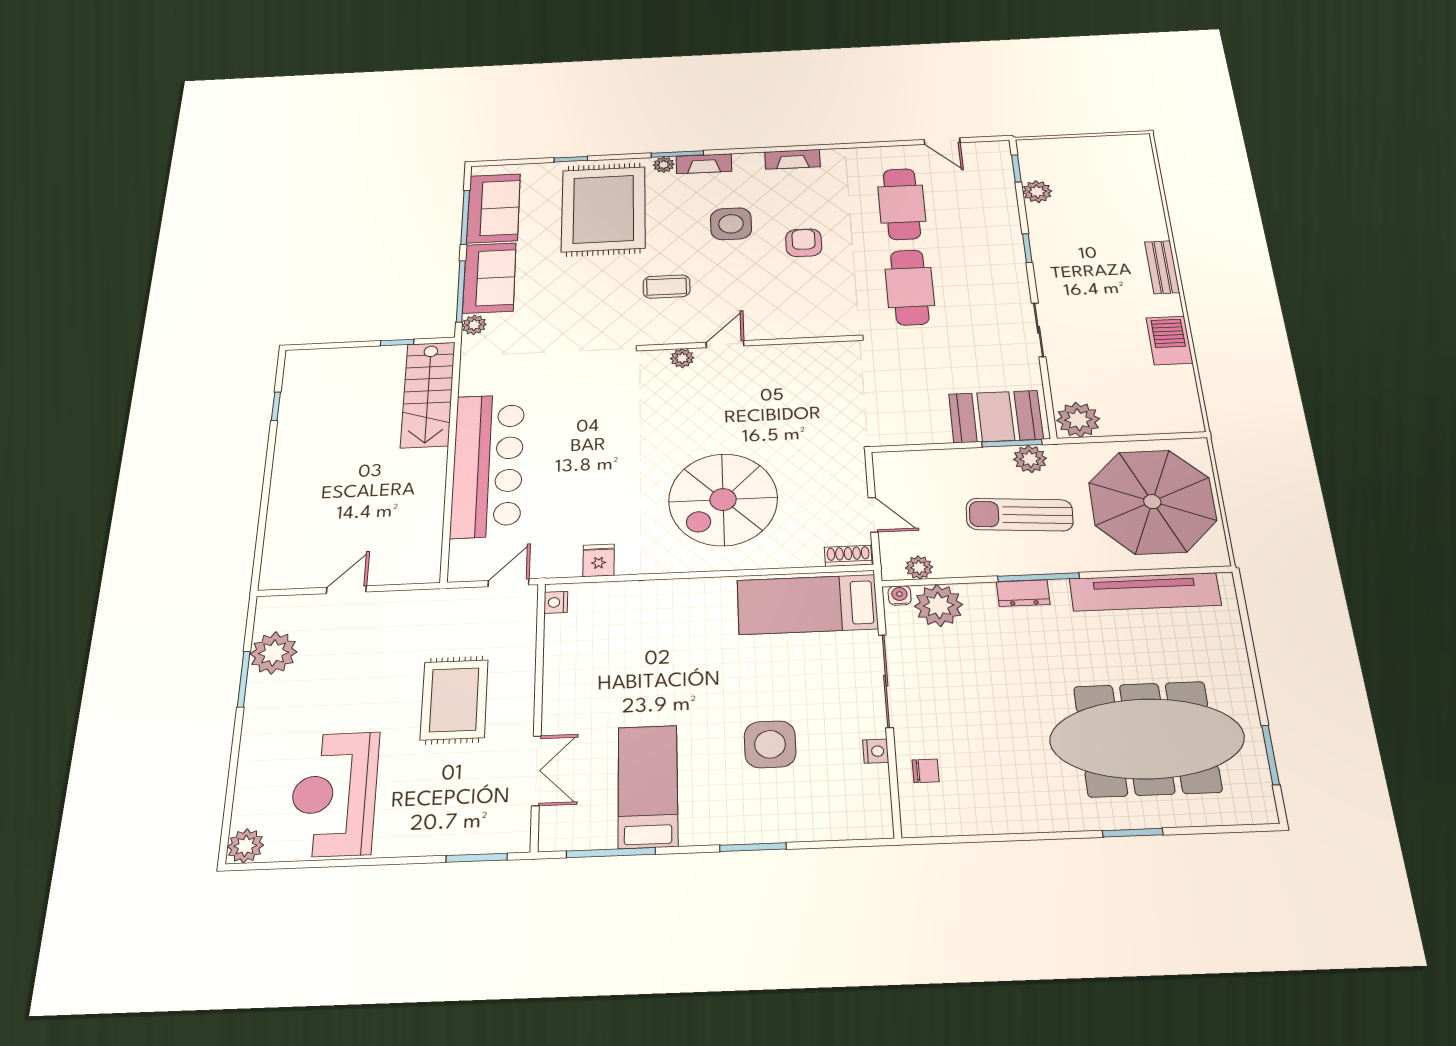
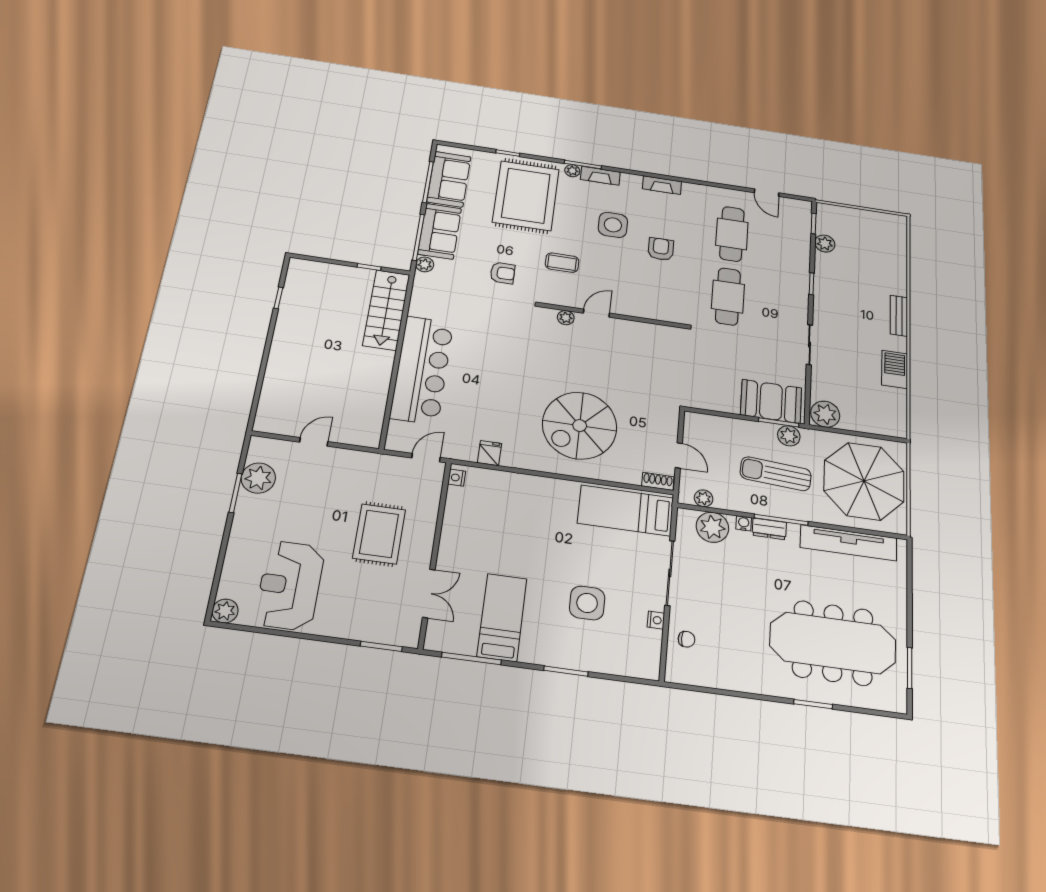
armchair: (585, 316) -> (503, 273), added
water cooler: (900, 596) -> (744, 523), moved

